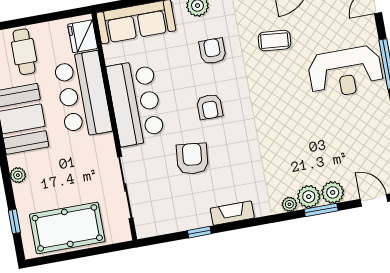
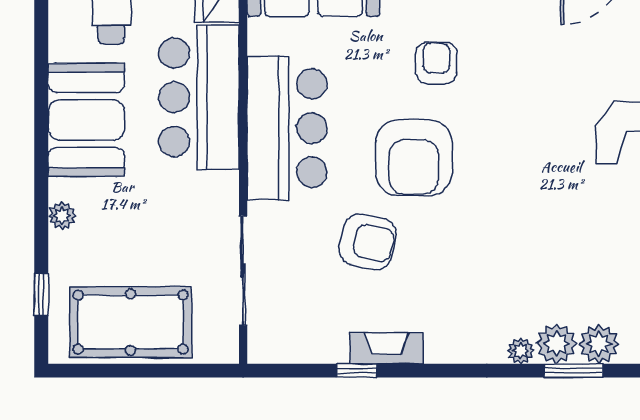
coffee table: (275, 41) -> (546, 64), removed
armchair: (210, 107) -> (414, 158), width x1.88, depth x1.88
armchair: (192, 159) -> (368, 242), turned 96
fireplace: (232, 213) -> (387, 348), moved

